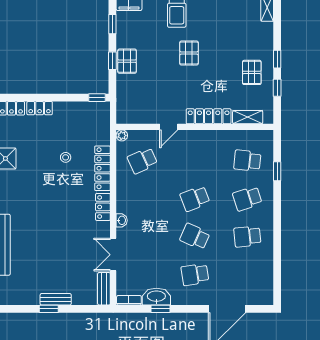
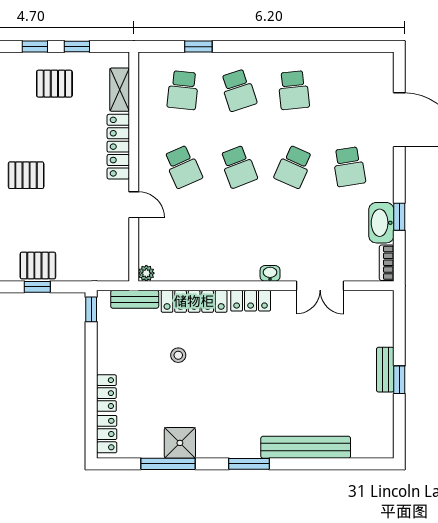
school desk: (142, 161) -> (183, 167), moved
bench: (104, 289) -> (135, 299), moved

